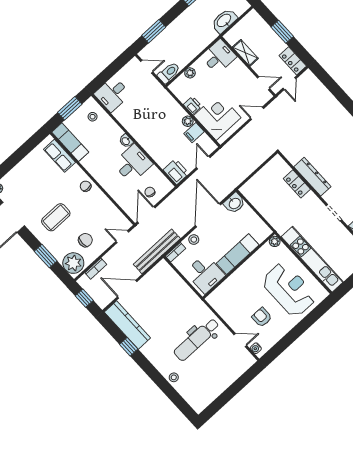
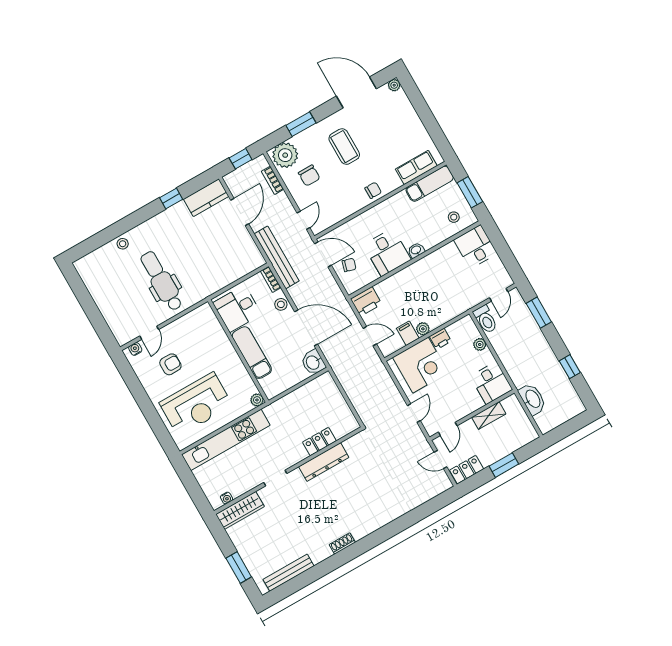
kitchen counter: (127, 325) -> (206, 198), width x0.67

